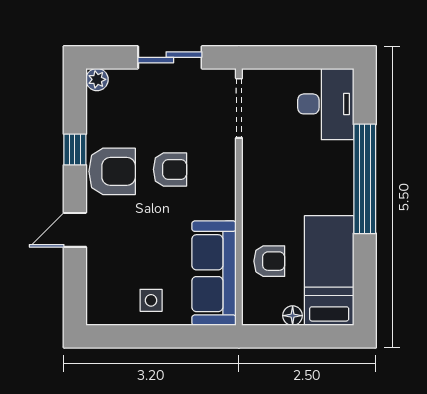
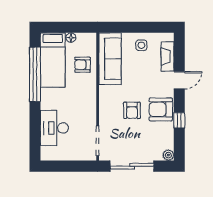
sliding door: (170, 57) -> (132, 166), width x1.37
desk: (326, 104) -> (54, 128), moved
armchair: (170, 169) -> (132, 110), turned -90
window: (365, 179) -> (35, 74), moved
fireplace: (98, 278) -> (168, 56), added

